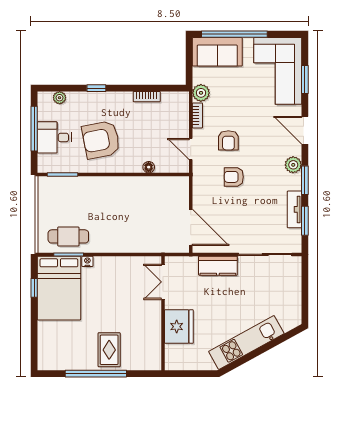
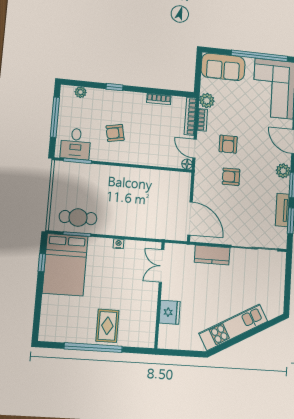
window: (234, 34) -> (260, 56), moved
bookcase: (184, 113) -> (190, 116), added
desk: (54, 137) -> (76, 144), moved, turned -90
armchair: (101, 140) -> (115, 133), width x0.53, depth x0.53
floor lamp: (149, 167) -> (187, 164), moved
nightstand: (87, 261) -> (118, 244), moved
fridge: (179, 327) -> (170, 312), width x0.73, depth x0.75

